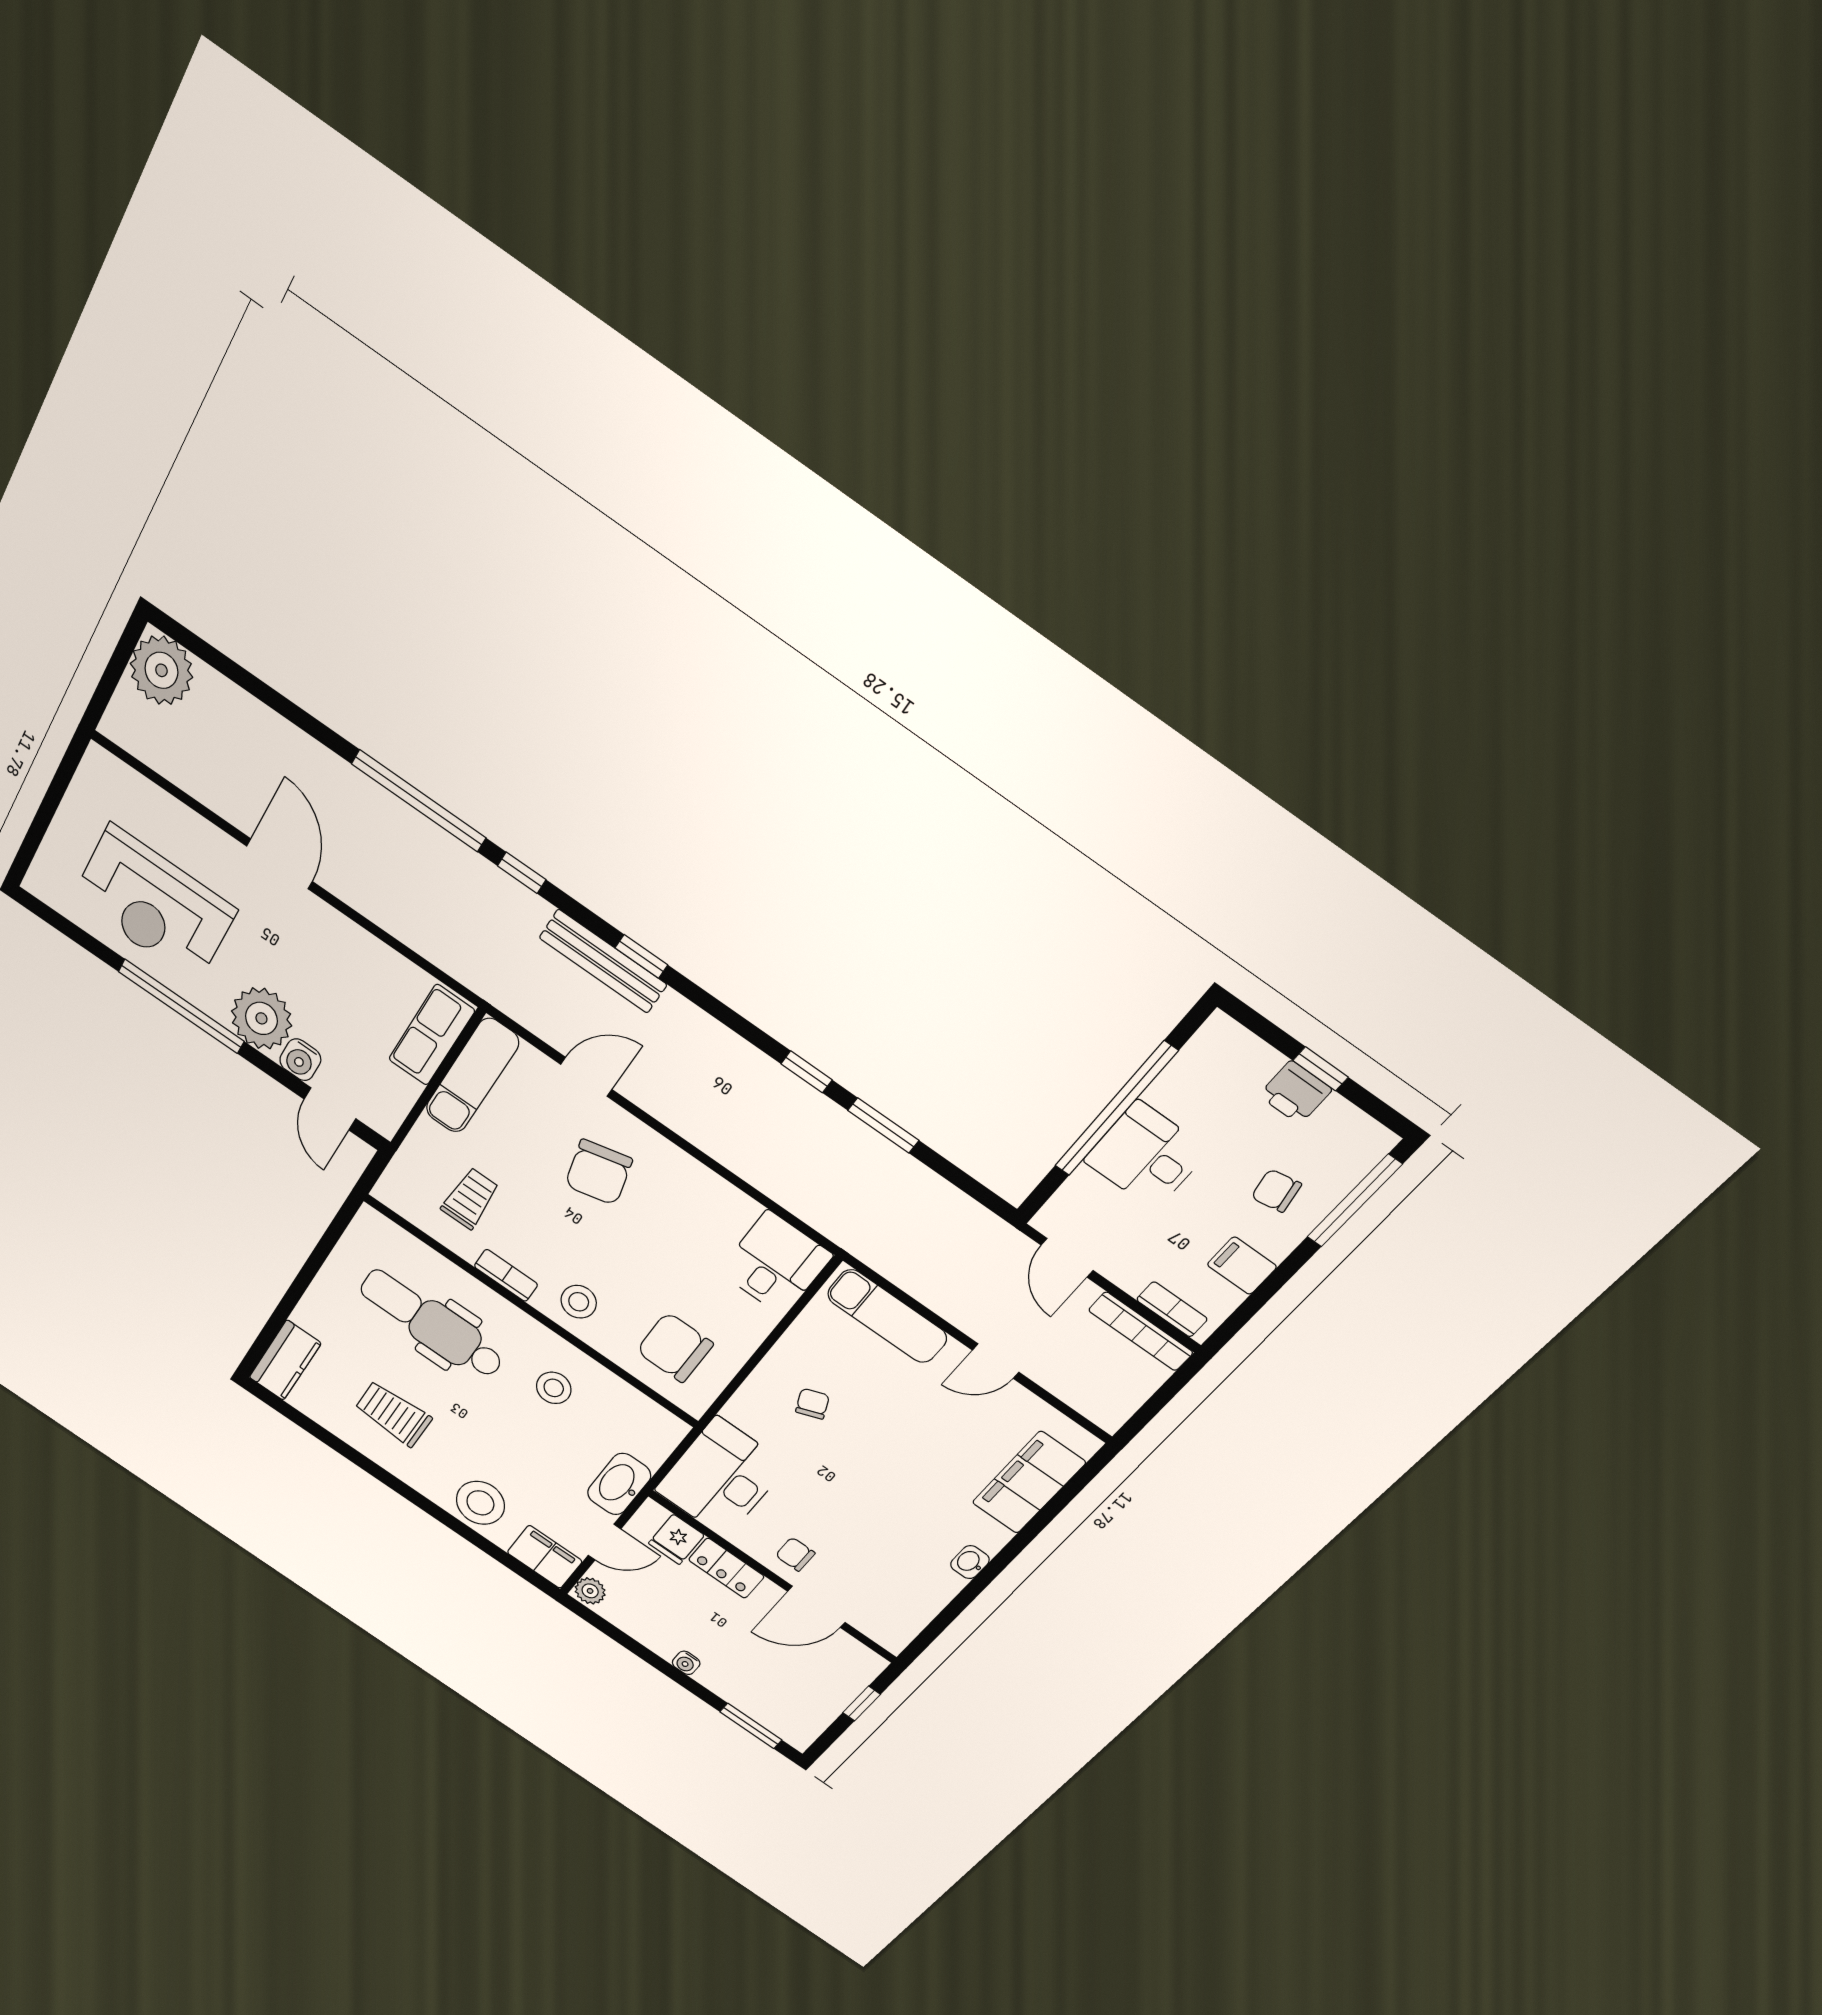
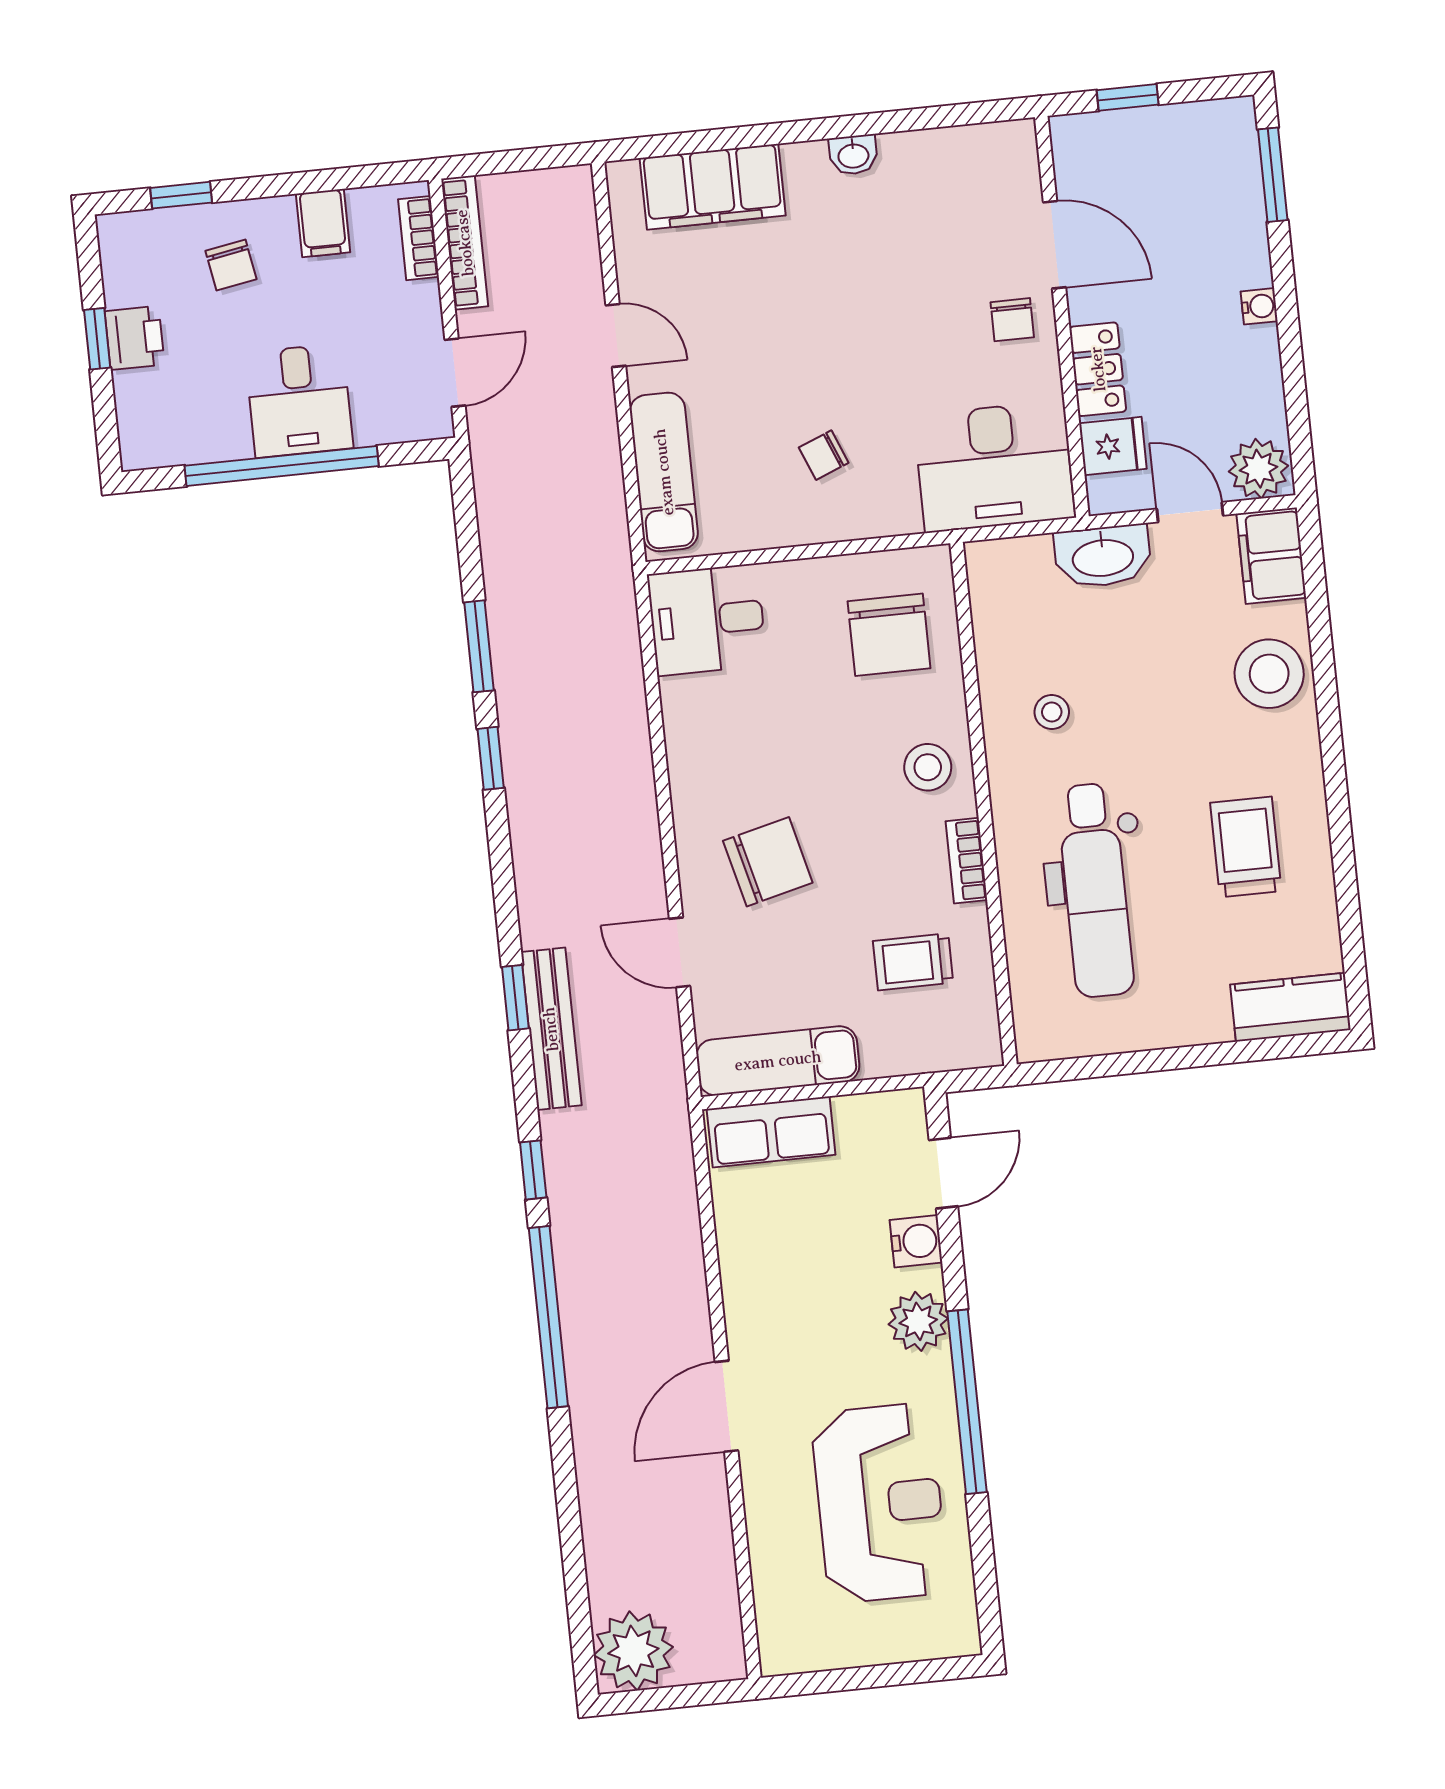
plant: (261, 1018) -> (918, 1321), width x0.73, depth x0.73
window: (1354, 1201) -> (181, 195), width x0.46
stool: (554, 1388) -> (1052, 712), width x0.73, depth x0.73
trolley: (393, 1414) -> (1246, 847), turned 180
plant: (590, 1591) -> (1258, 469), width x1.38, depth x1.38

